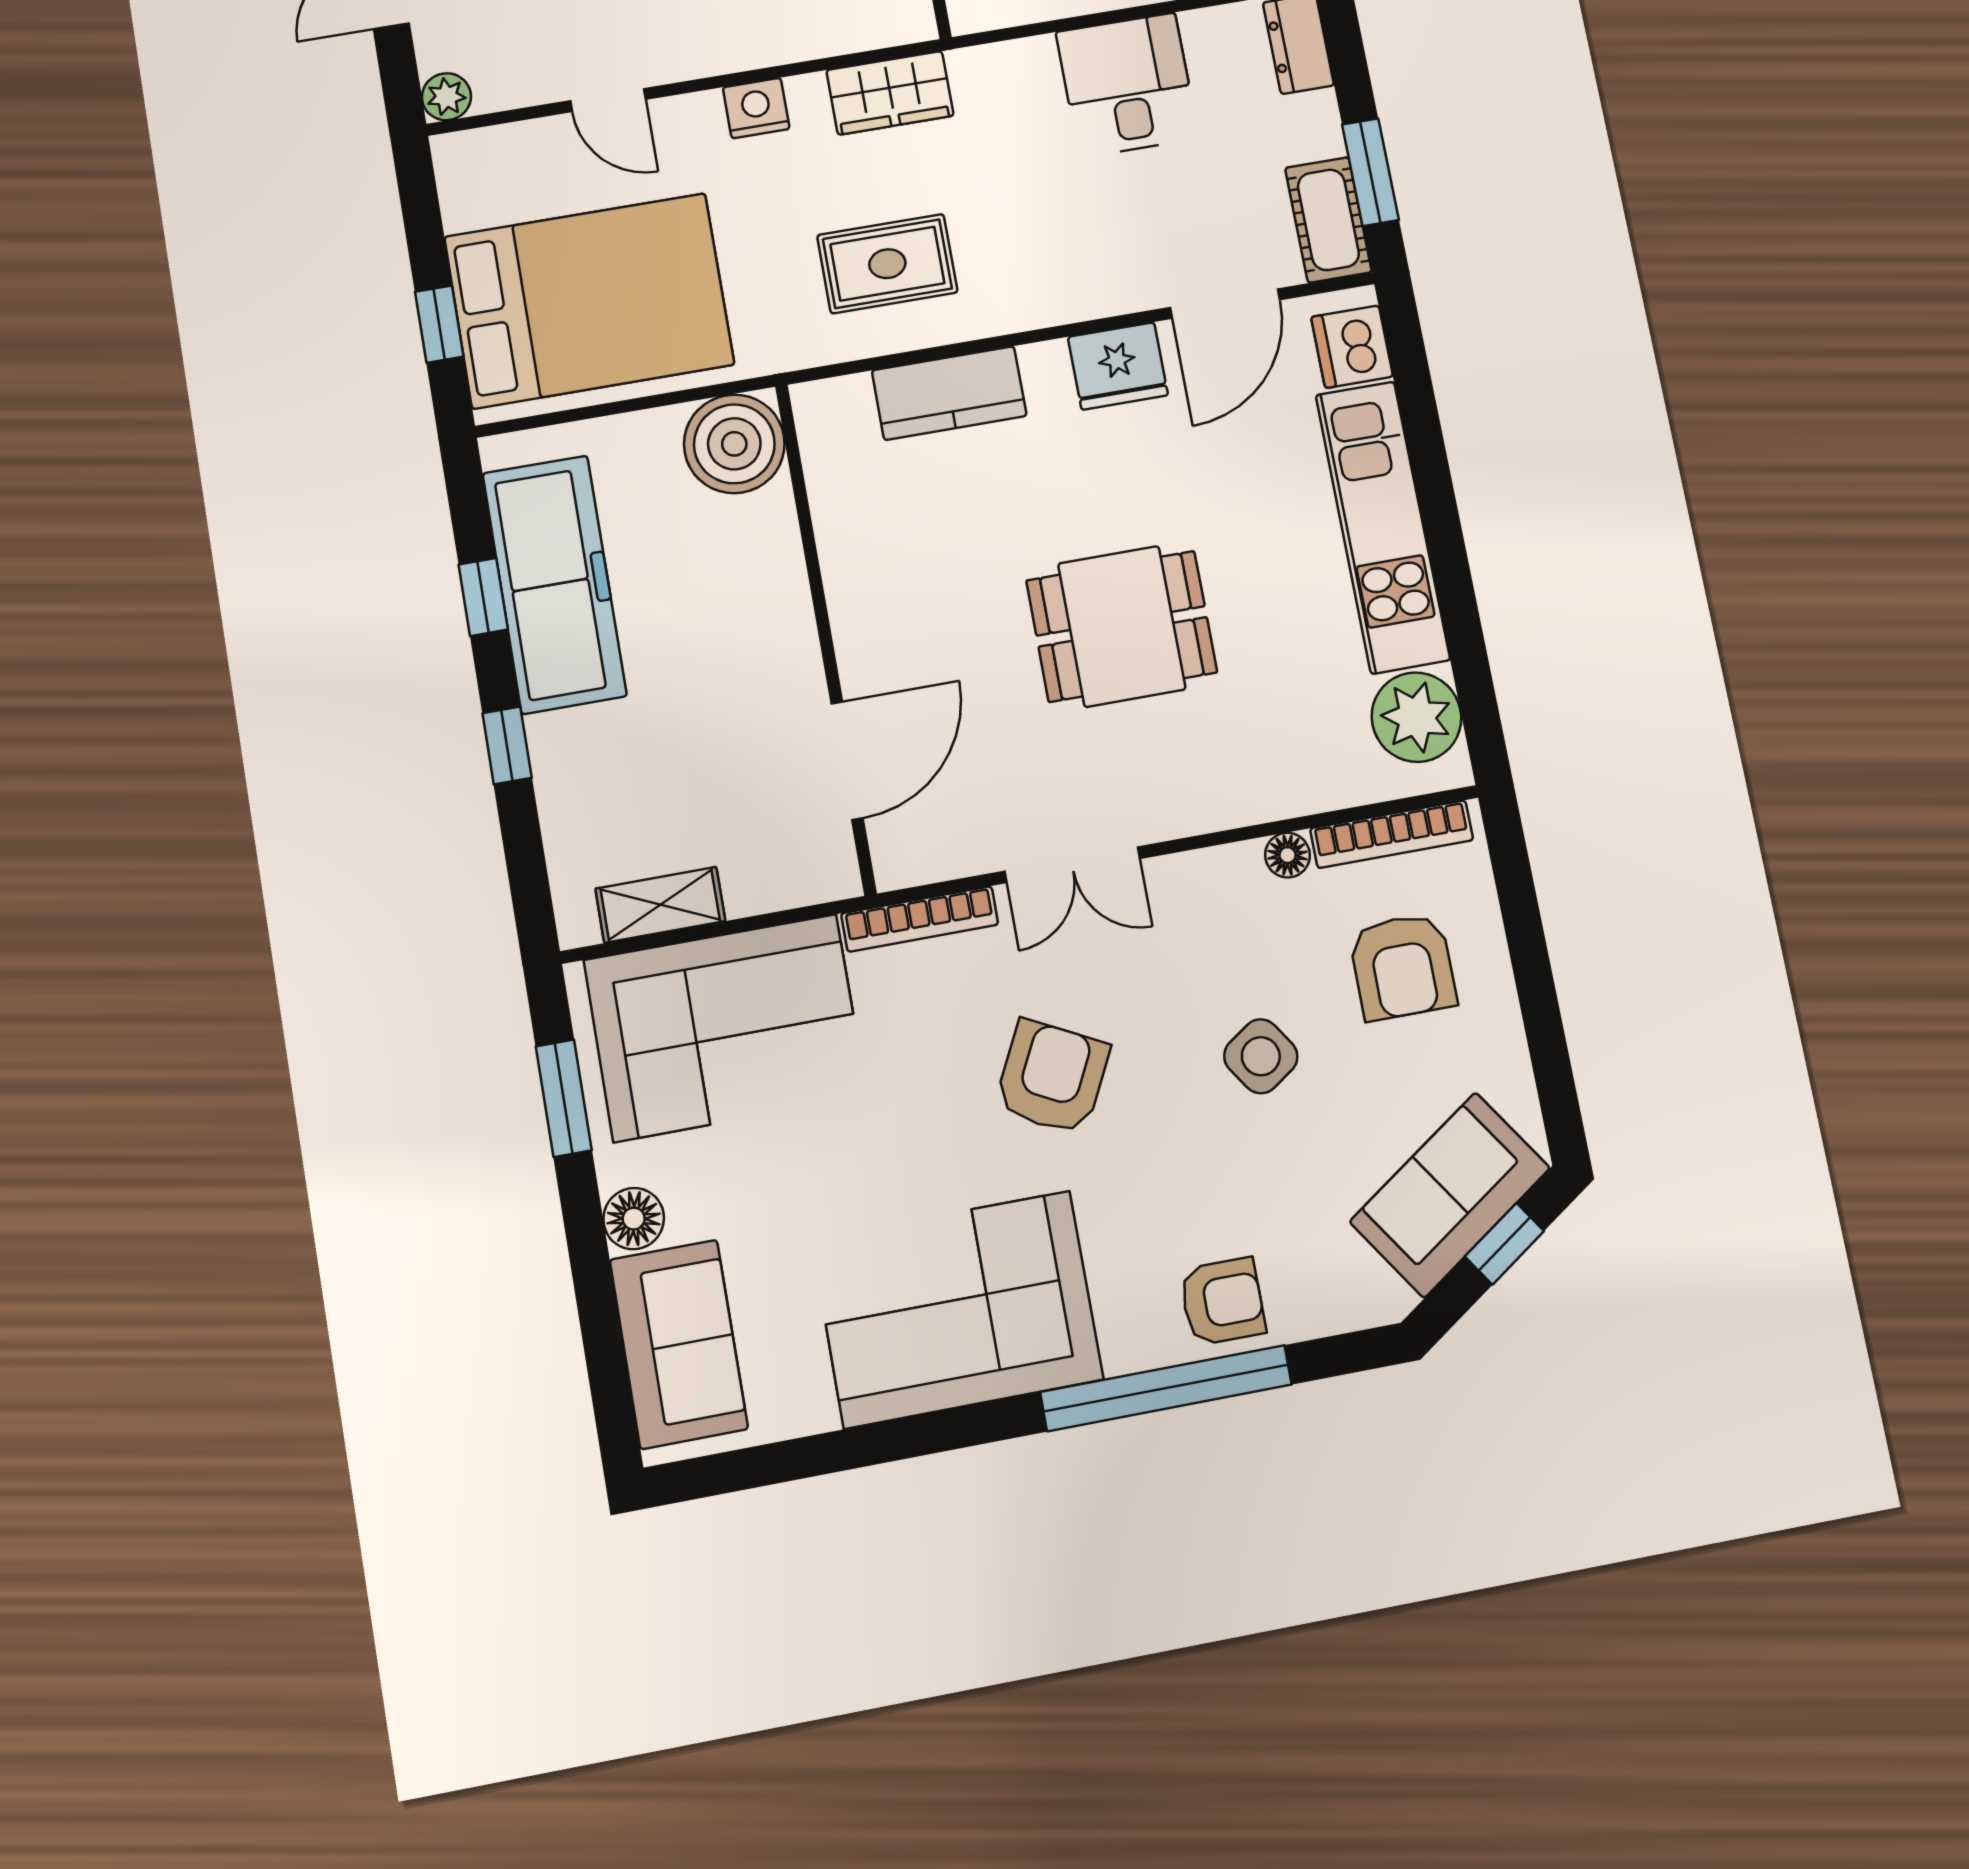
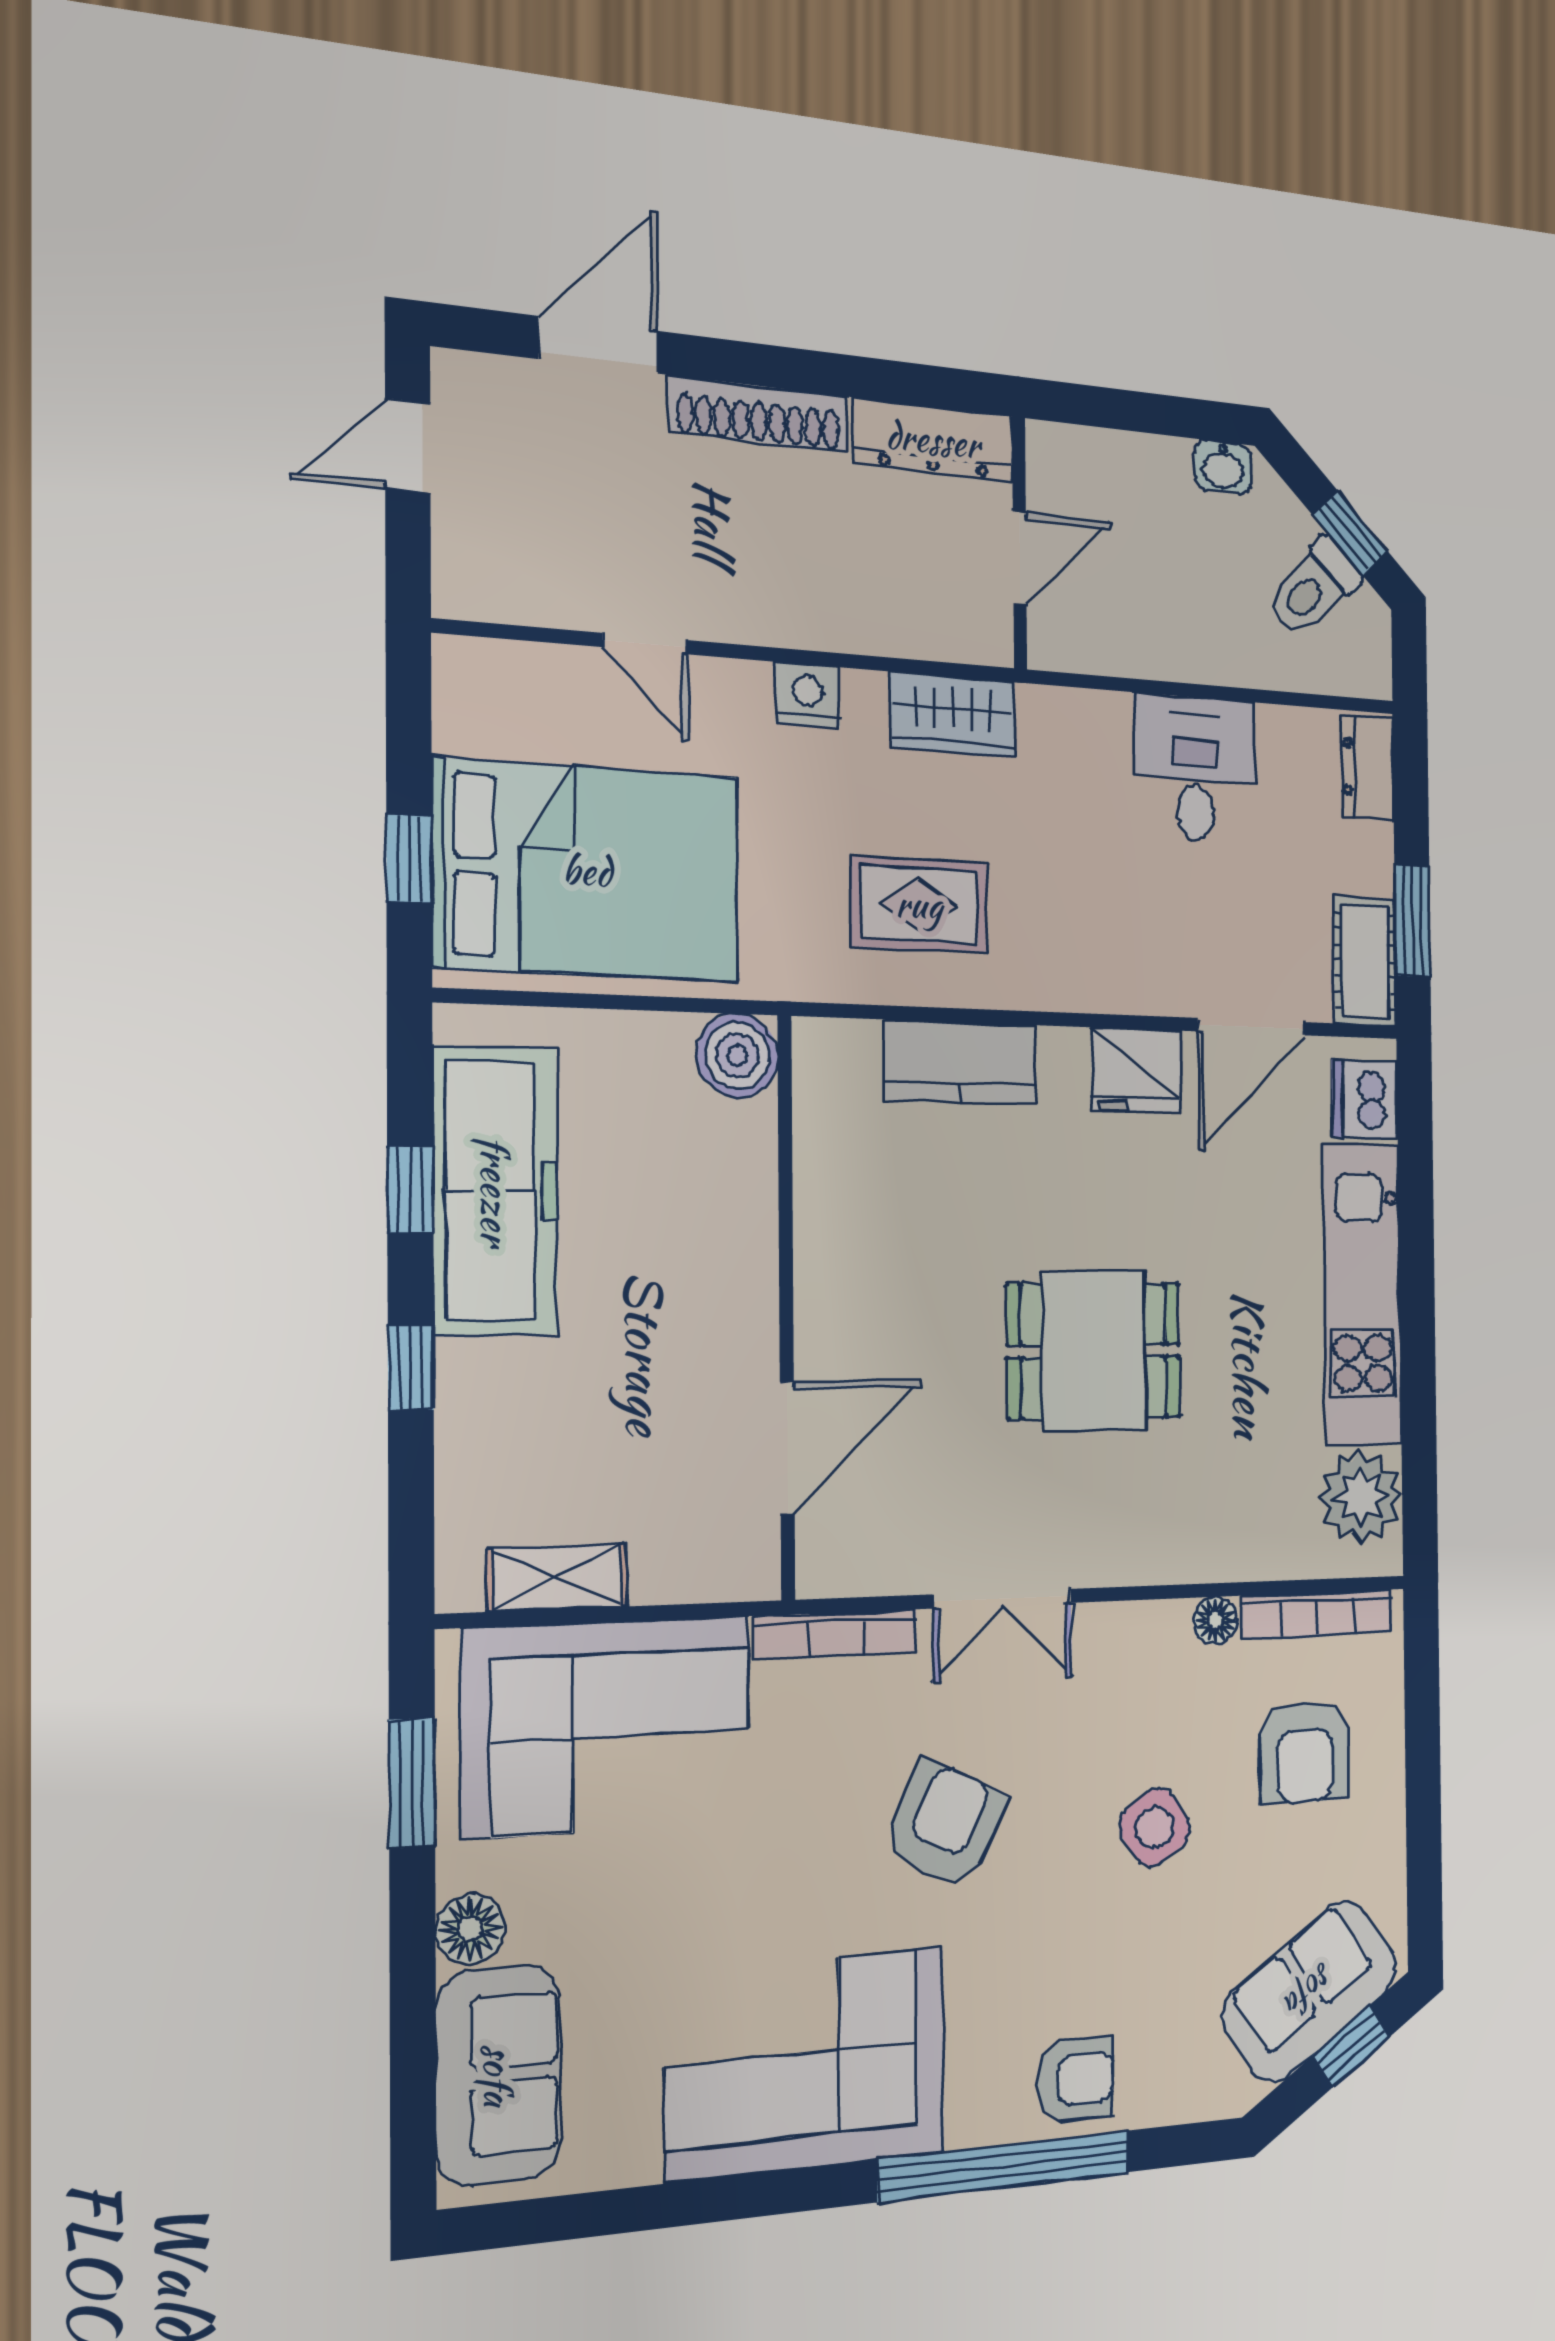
plant: (446, 97) -> (460, 592), removed
boiler: (734, 444) -> (737, 1056), width x0.73, depth x0.73

